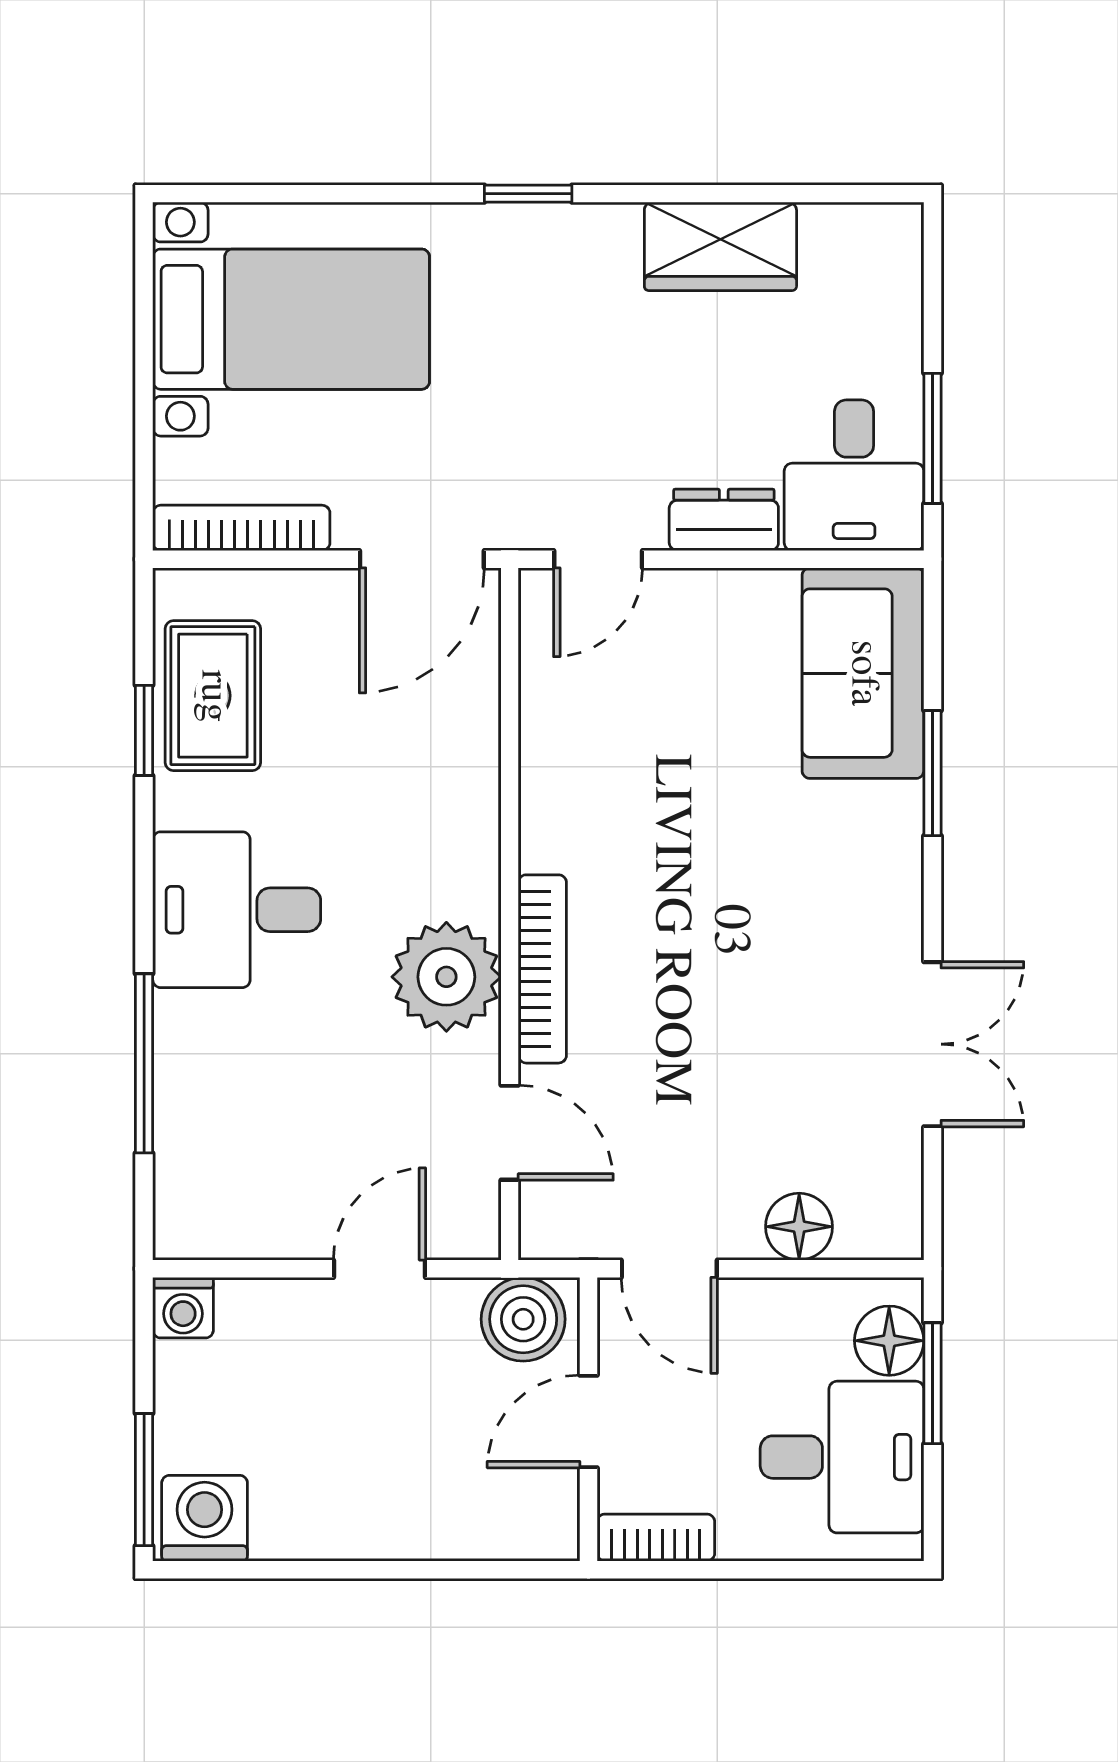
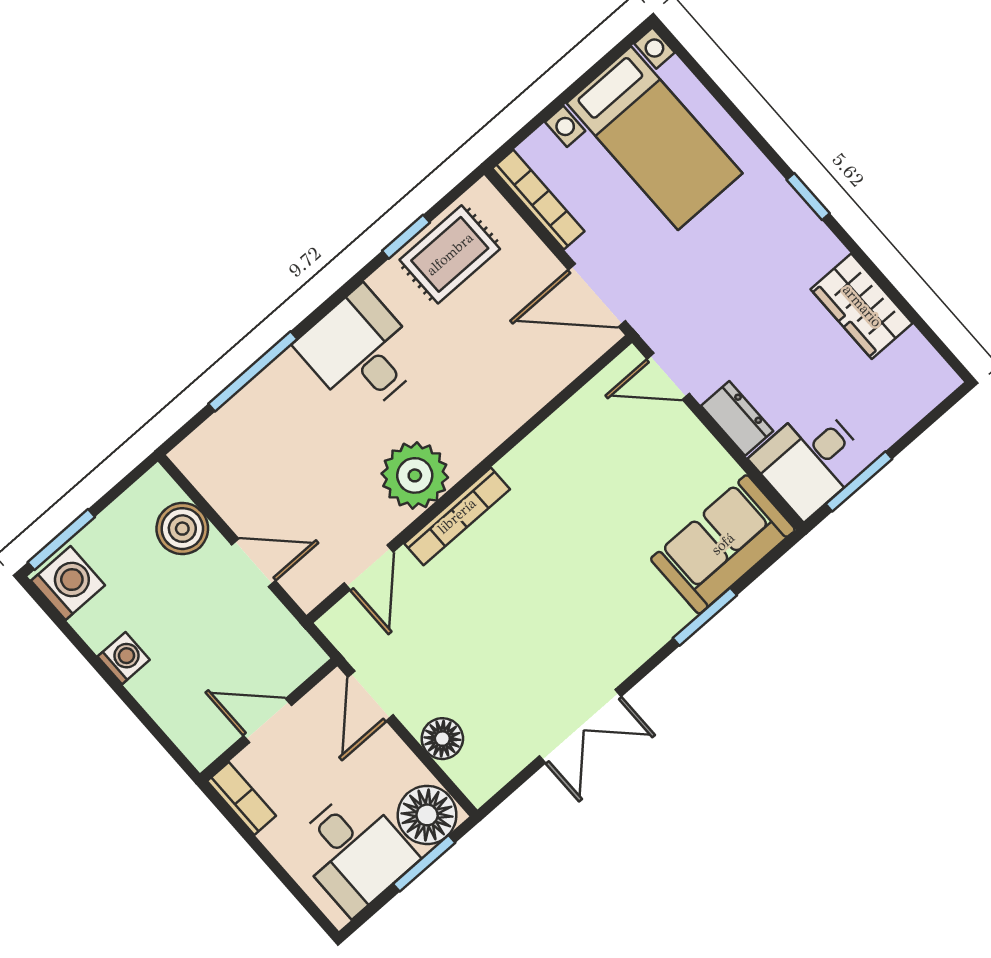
washing machine: (183, 1308) -> (124, 658), moved, turned 180
boiler: (523, 1319) -> (182, 529), moved
floor lamp: (889, 1341) -> (427, 815), width x1.38, depth x1.38

